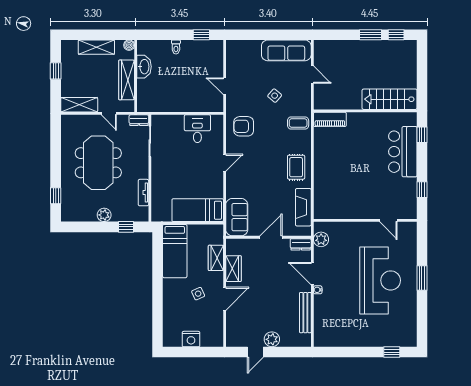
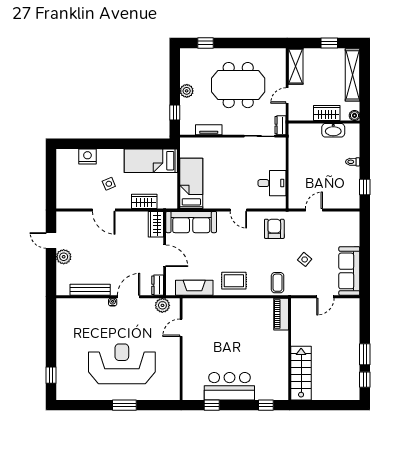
shelving: (96, 47) -> (353, 75), width x1.47
wardrobe: (127, 80) -> (327, 113), width x0.67
bar counter: (403, 152) -> (229, 386), moved
sofa: (237, 217) -> (191, 222), width x1.36
door: (388, 220) -> (181, 328), moved
wardrobe: (233, 269) -> (156, 224), moved, turned 90
reception desk: (380, 280) -> (122, 364), turned 180
nightstand: (191, 339) -> (87, 157), moved, turned 90

